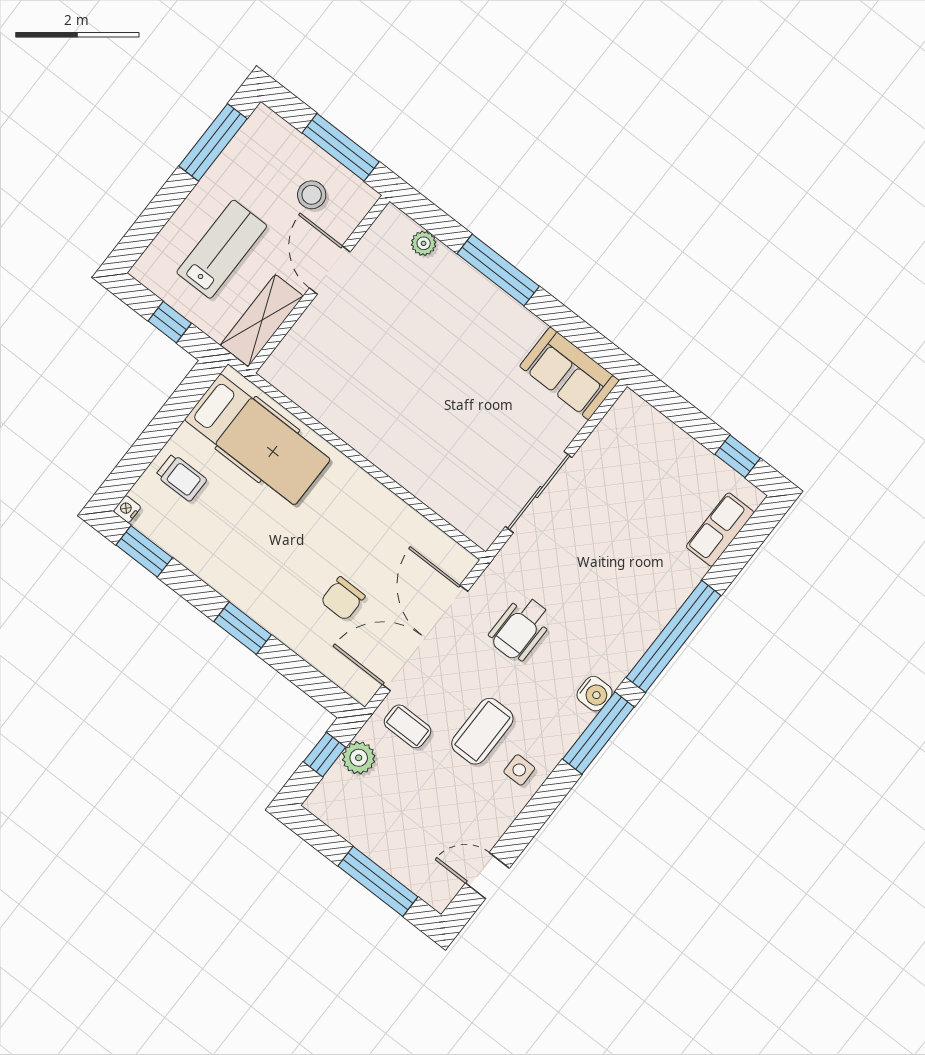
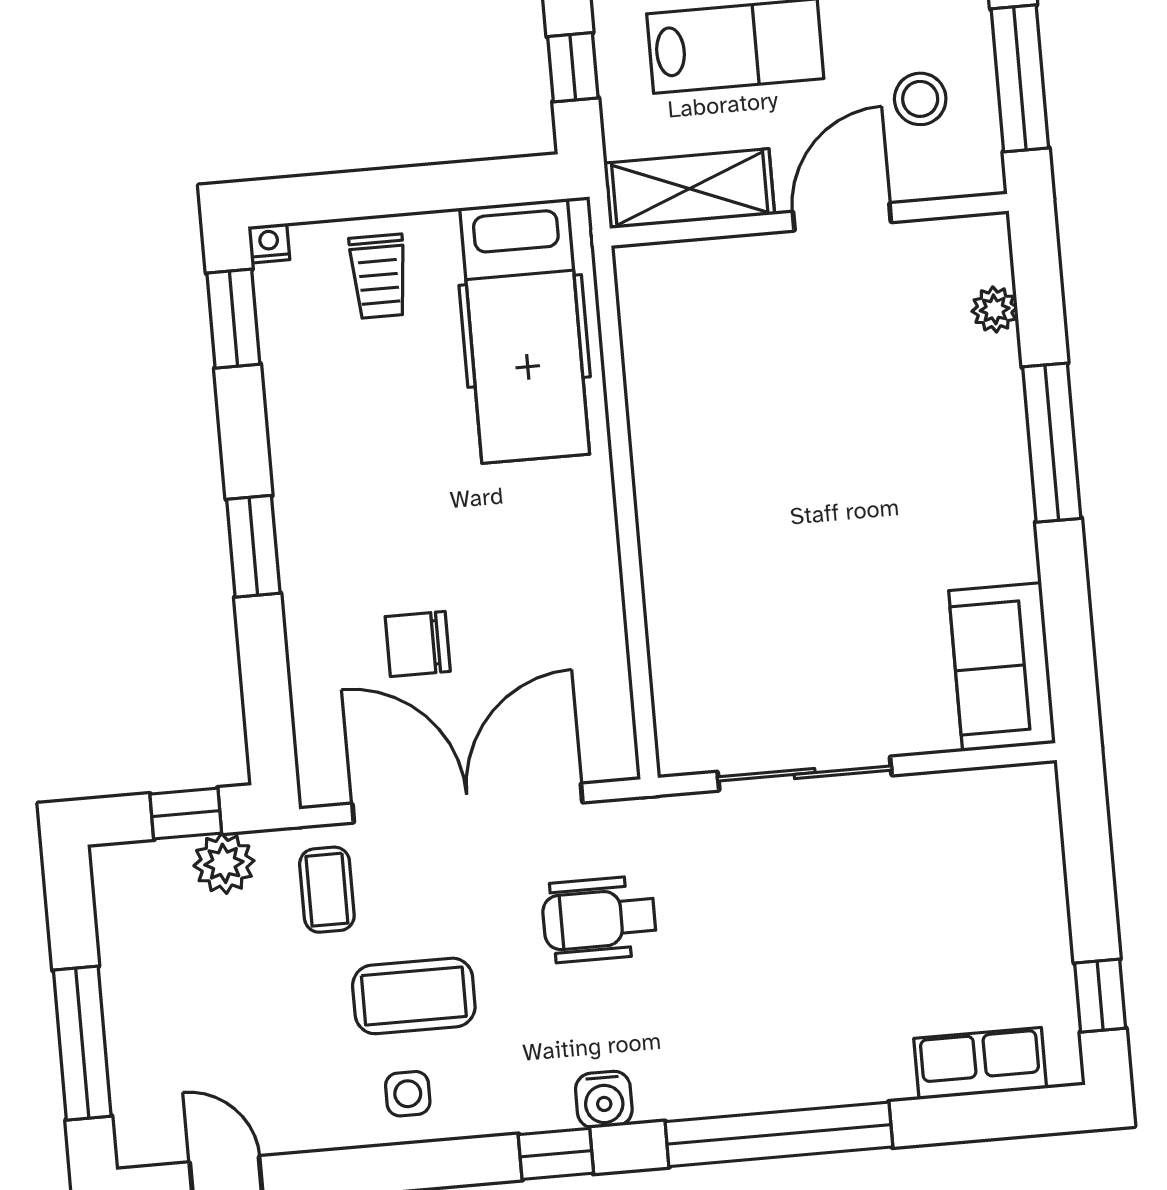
window: (598, 733) -> (556, 1154), width x0.46

